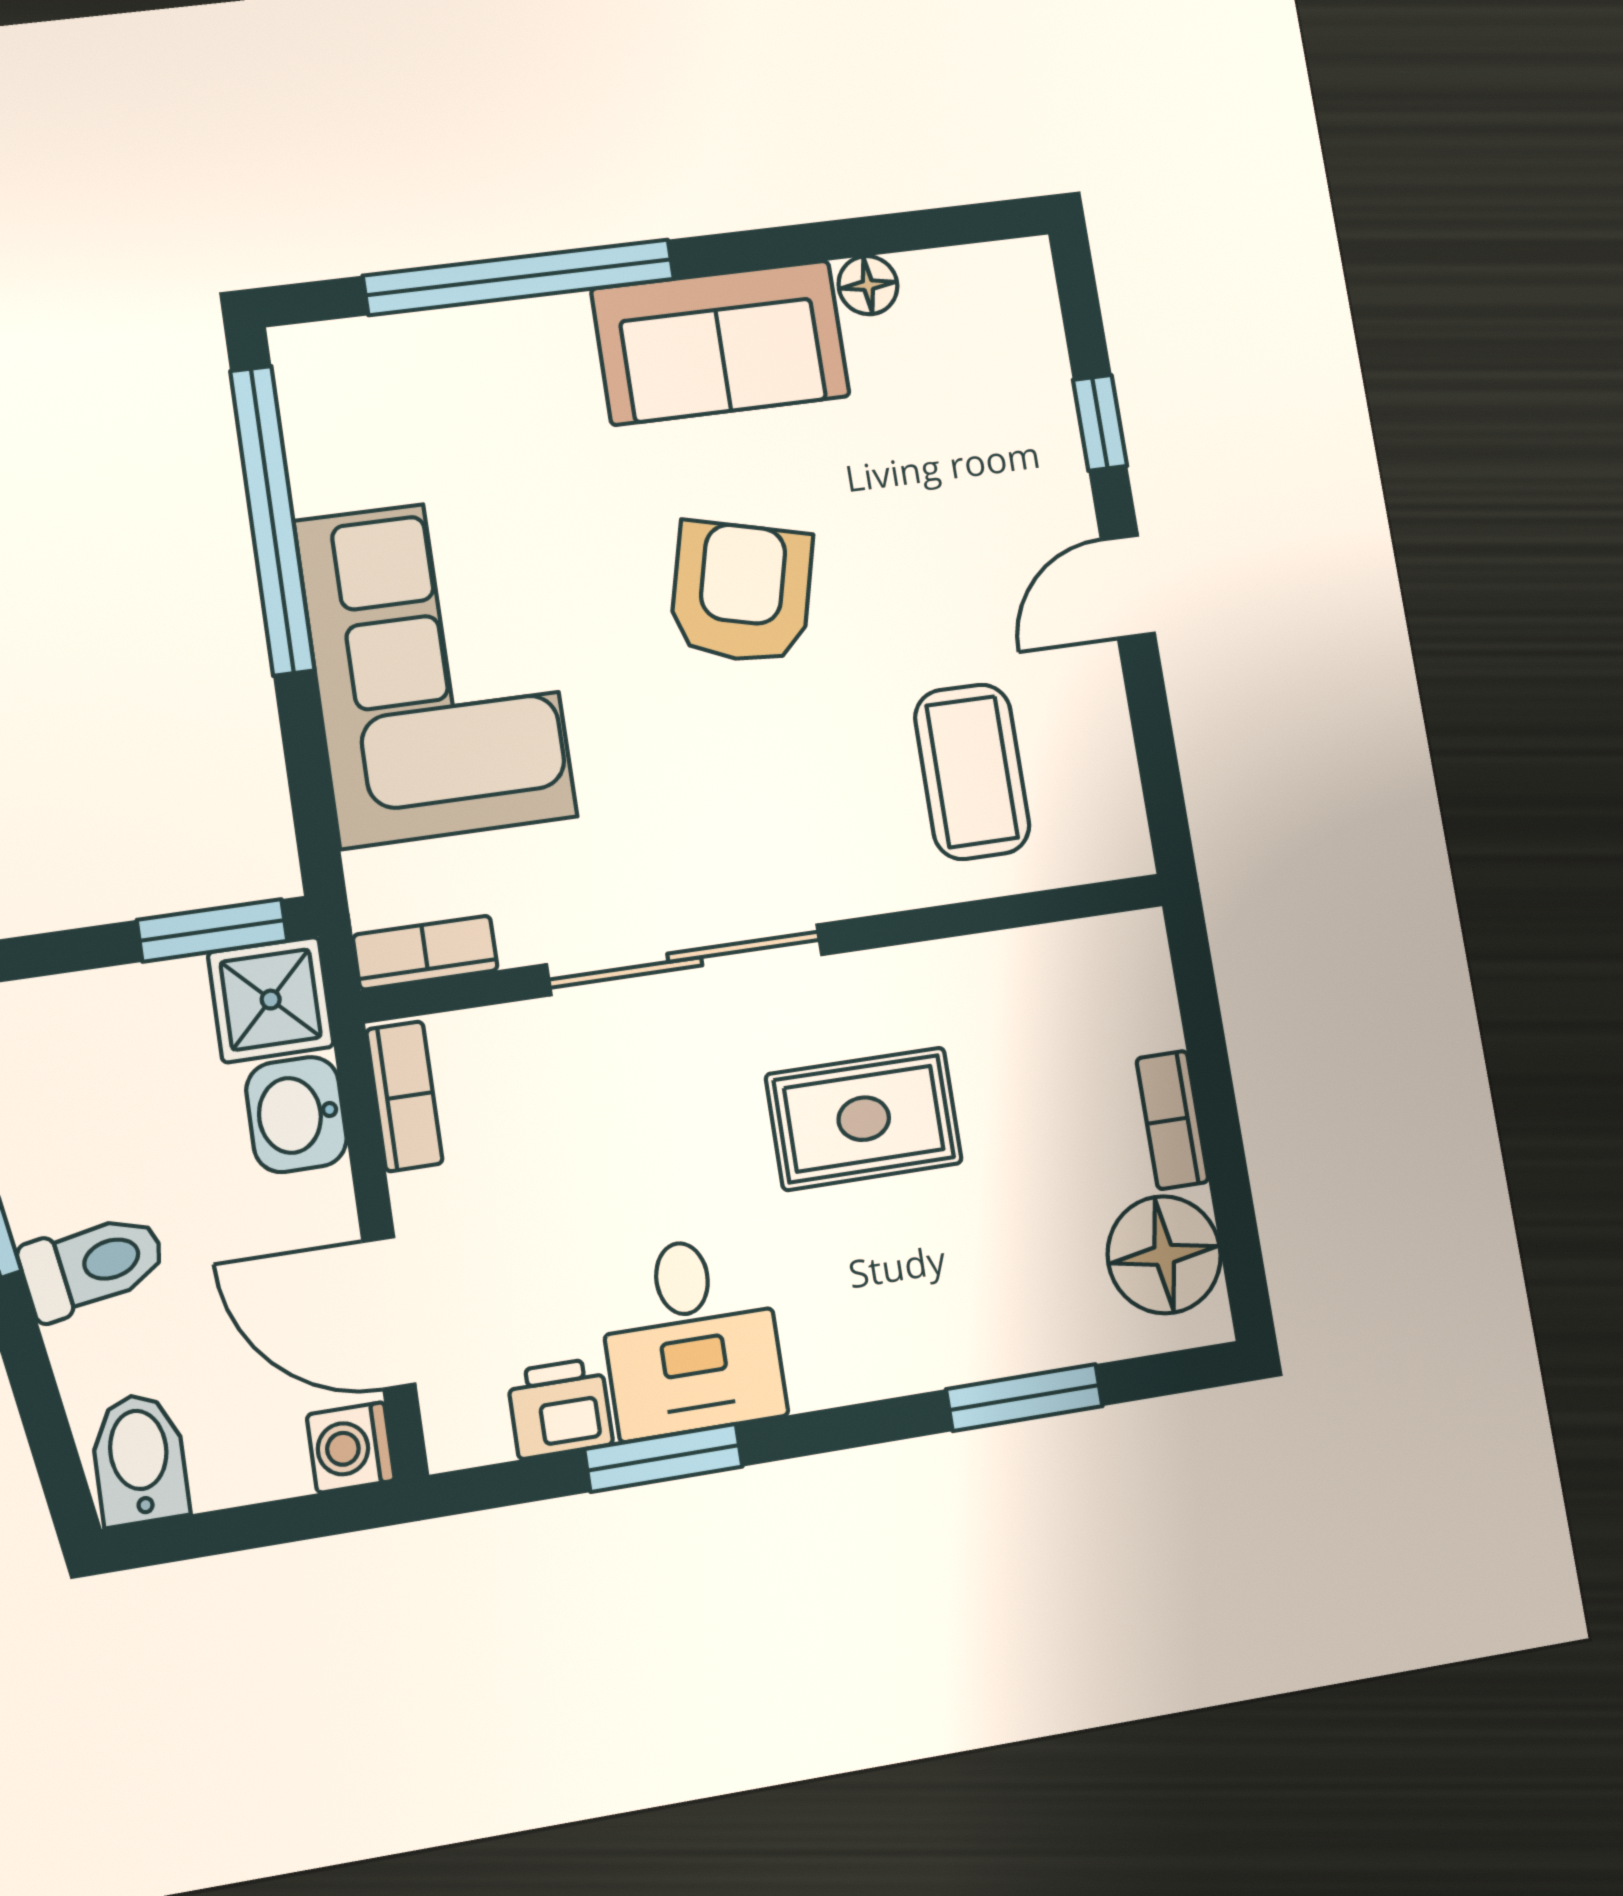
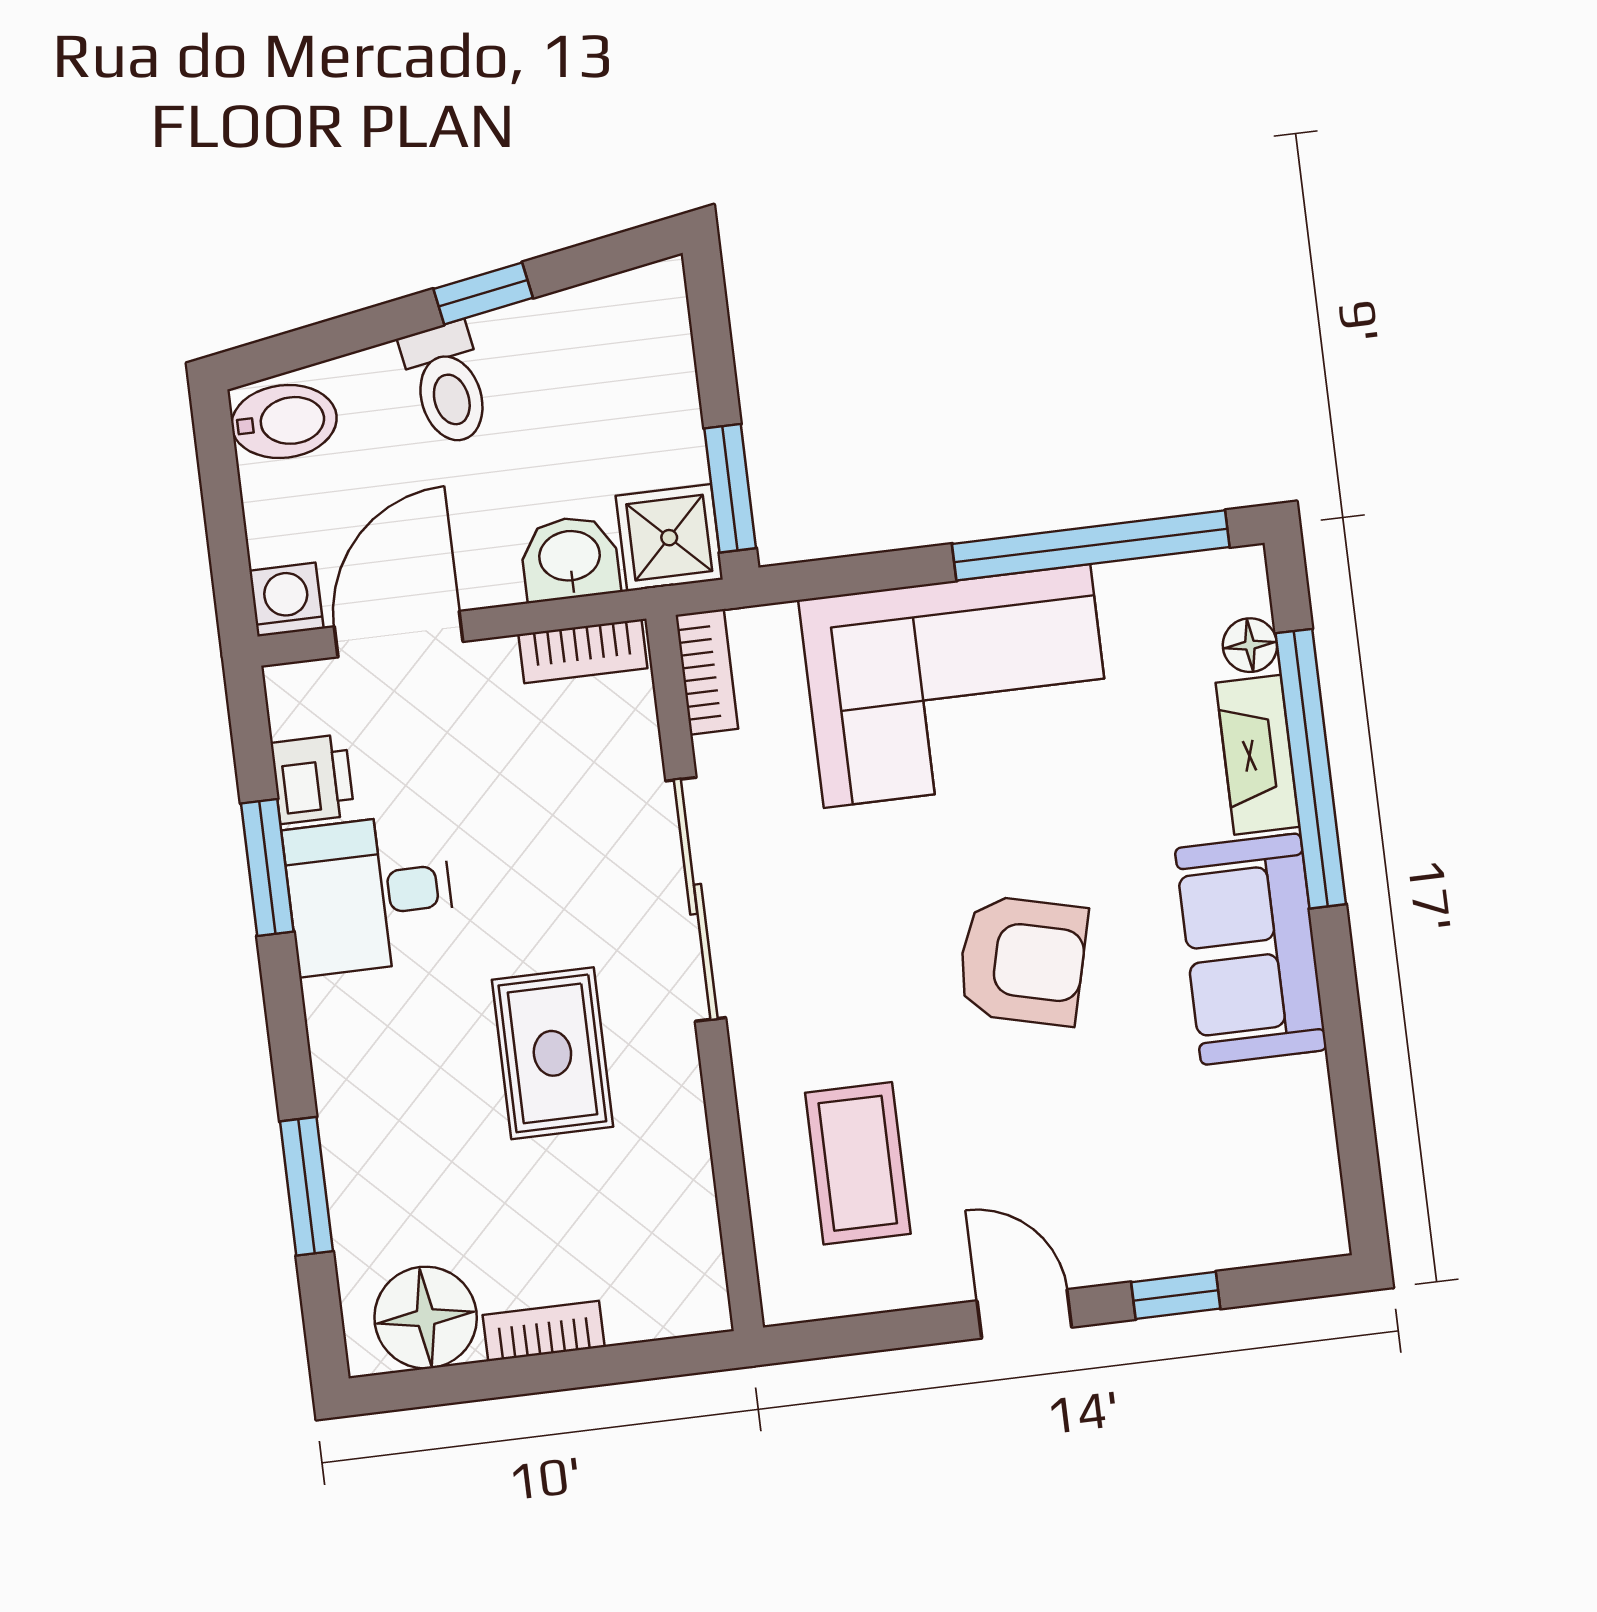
floor lamp: (868, 285) -> (1250, 645), moved
fireplace: (505, 335) -> (1258, 755), added
coffee table: (972, 772) -> (858, 1163), turned 90

